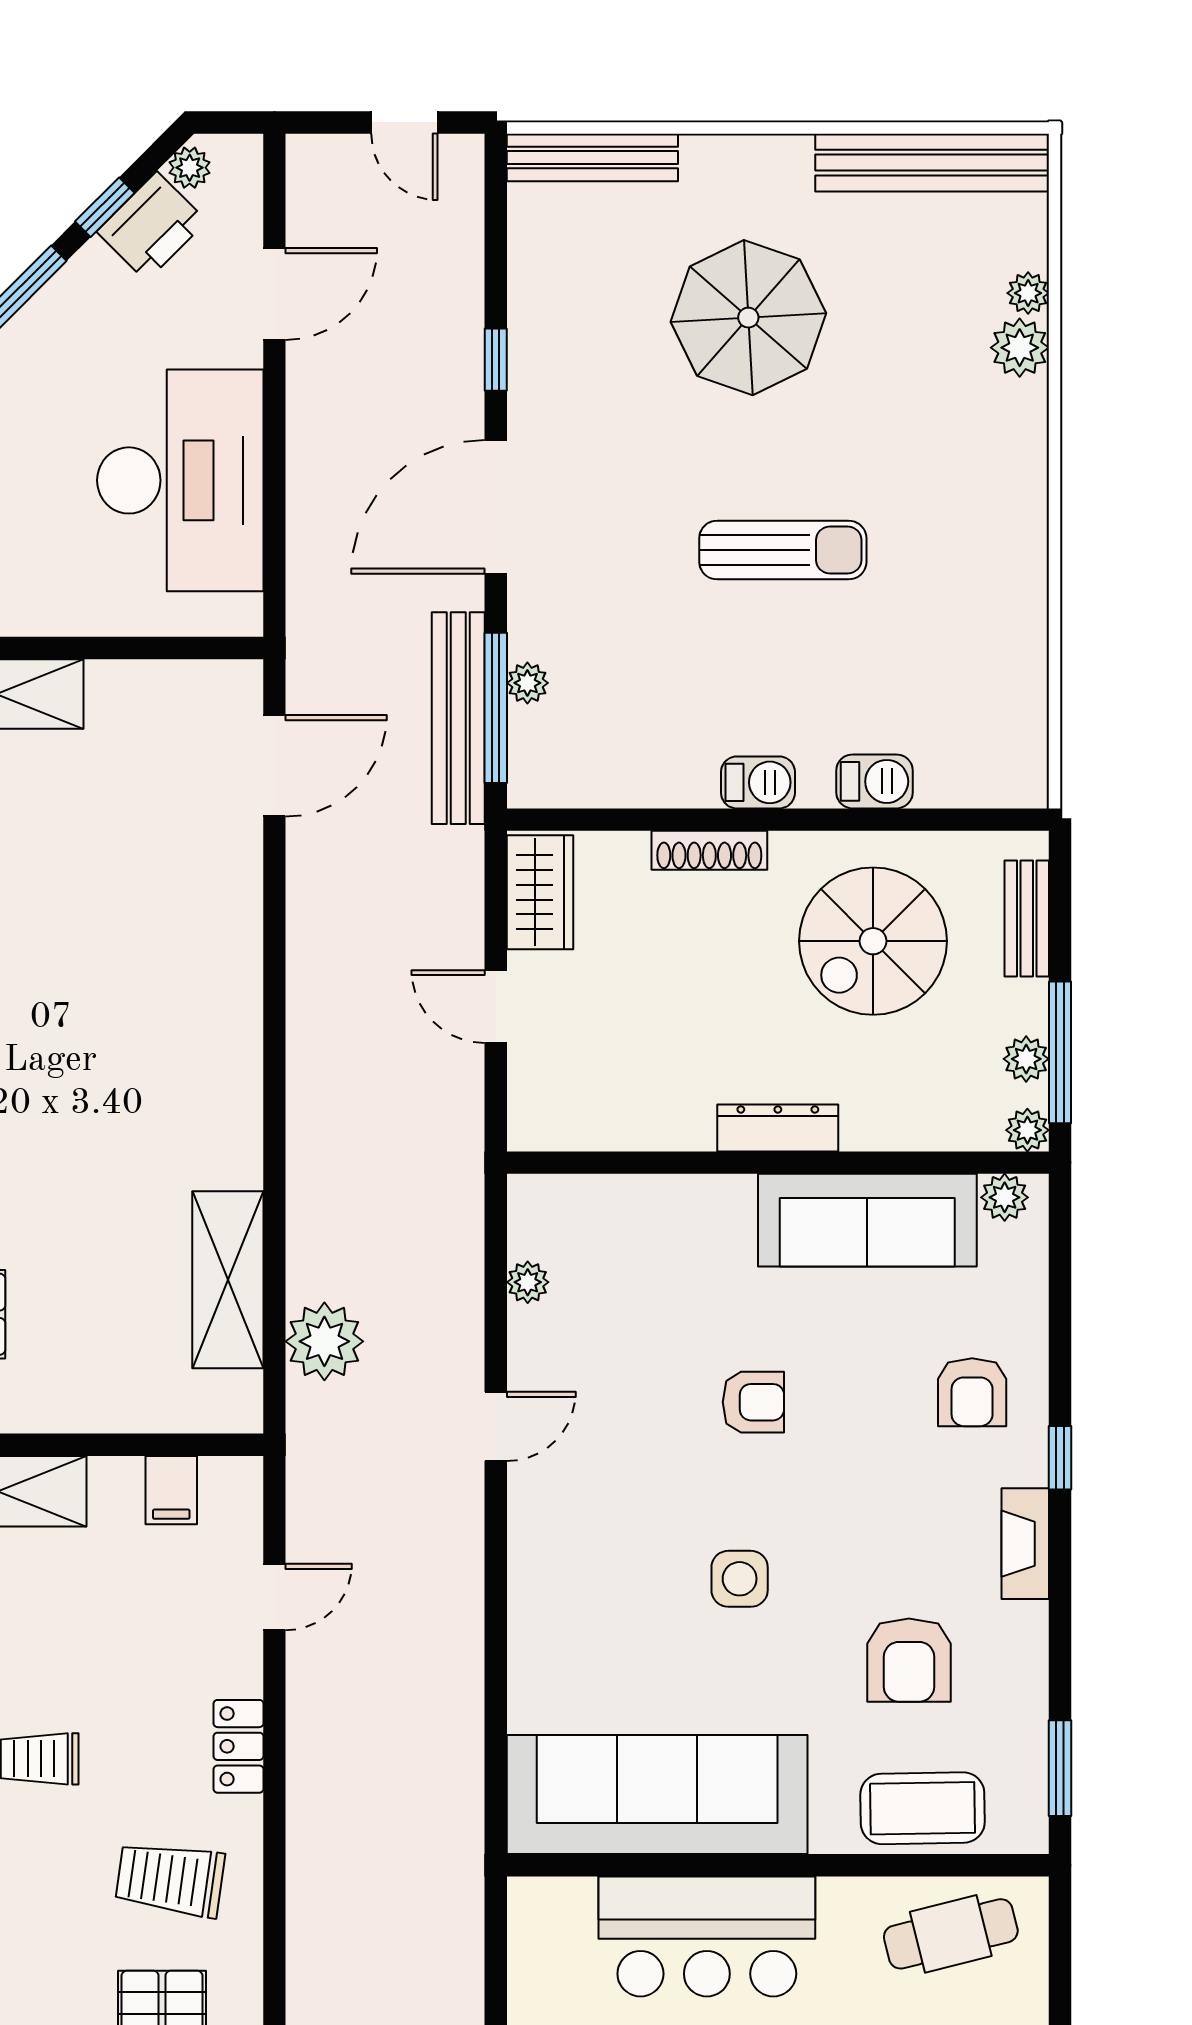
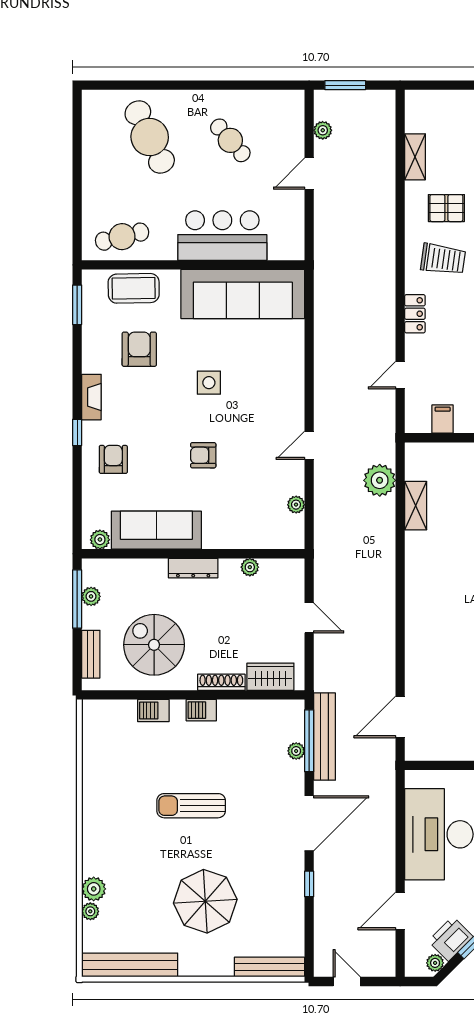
wardrobe: (540, 892) -> (270, 677), moved, turned 90
spiral stairs: (873, 941) -> (154, 645), turned -90
plant: (1027, 1130) -> (250, 567), moved
shelving: (228, 1280) -> (416, 506), width x0.67, depth x0.75

